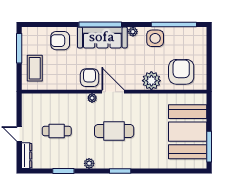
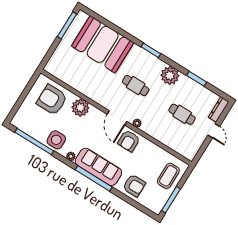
armchair: (181, 72) -> (52, 100), turned 90
cafe table: (114, 131) -> (136, 86), width x0.73, depth x0.74
booth: (188, 132) -> (103, 44), moved, turned 90
plant: (89, 163) -> (170, 76), width x1.88, depth x1.88

